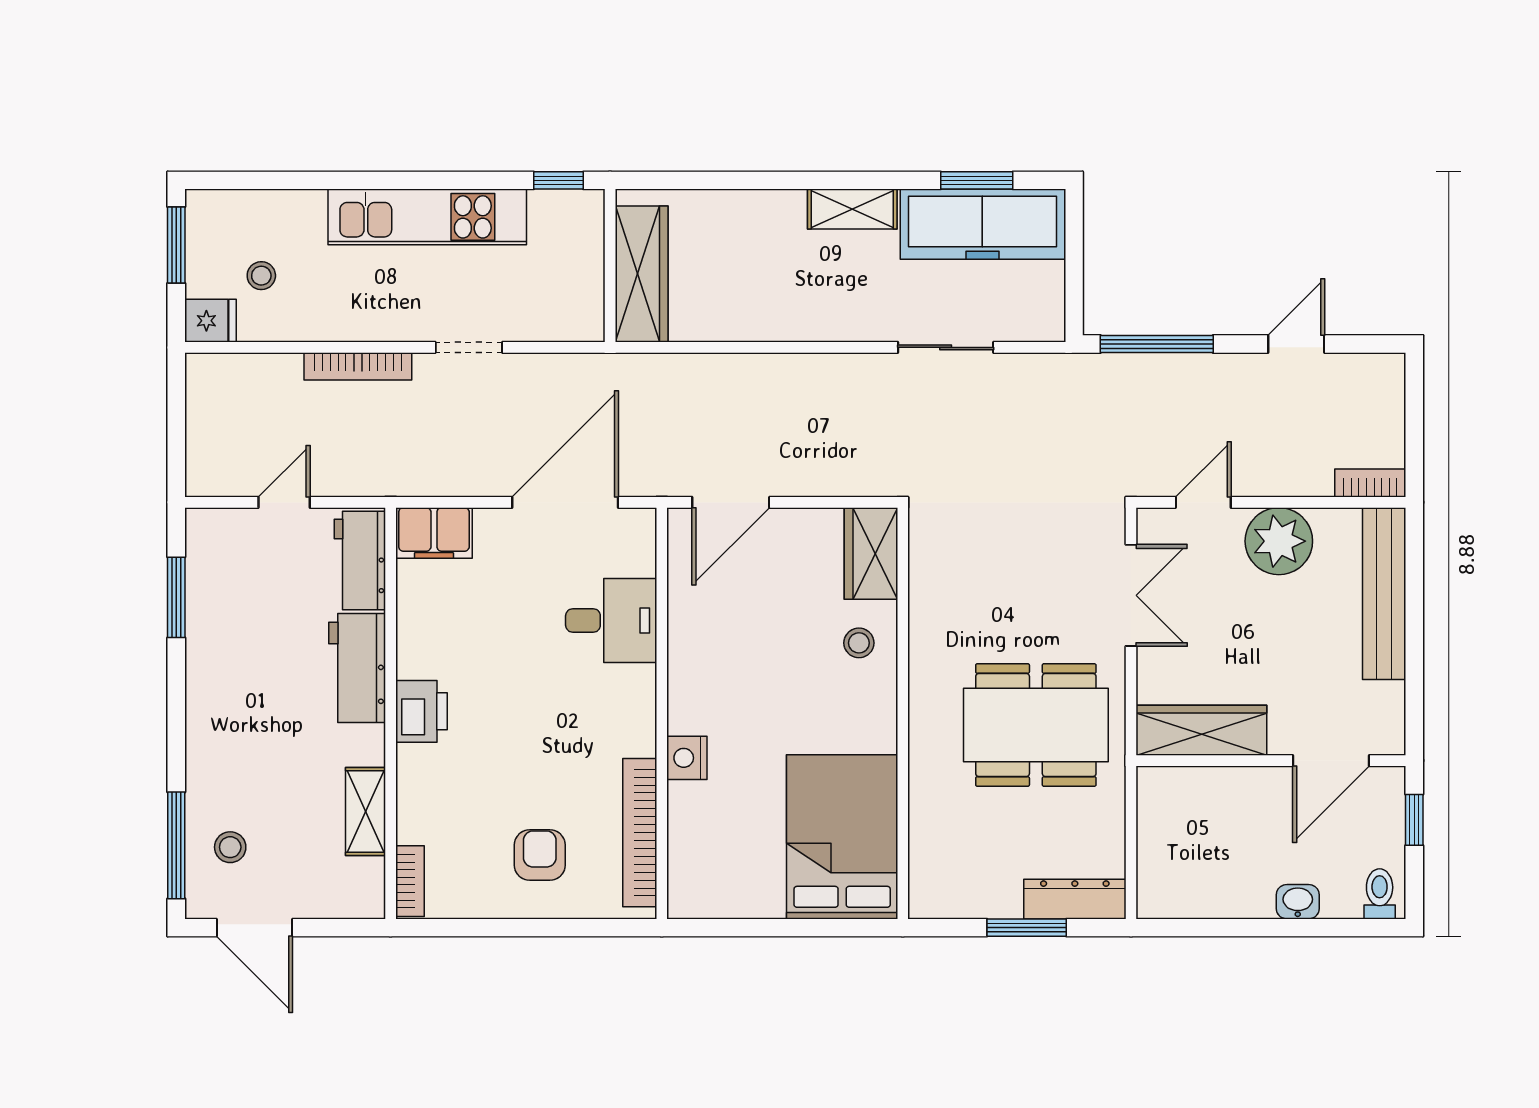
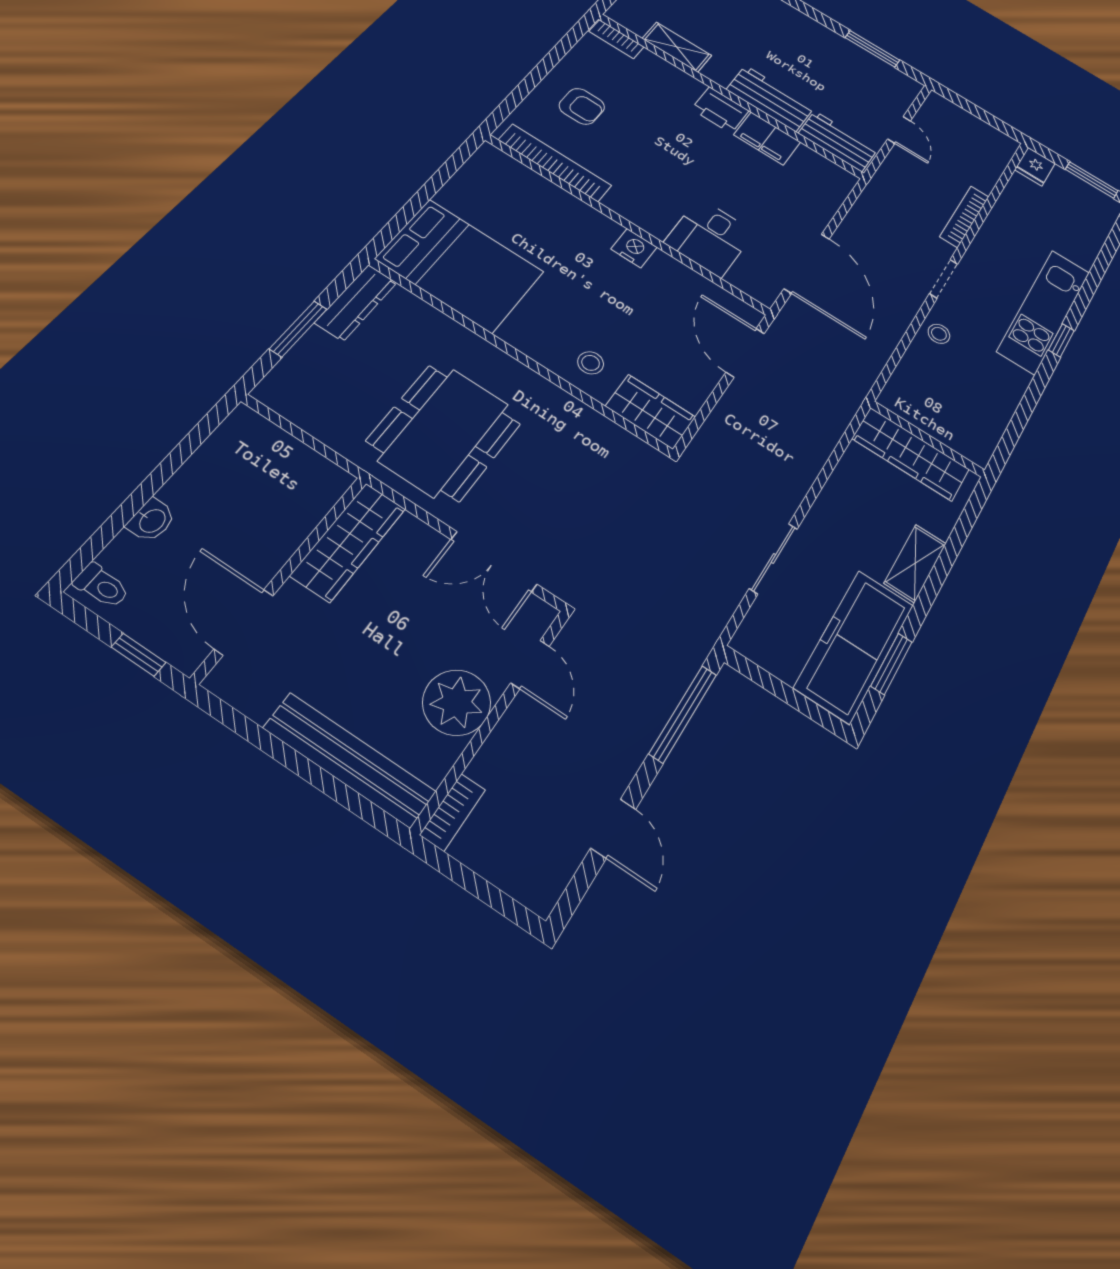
window: (559, 180) -> (1061, 340), moved
wall: (610, 266) -> (927, 439), moved
wardrobe: (642, 274) -> (911, 454), moved
stool: (261, 276) -> (939, 334), moved
filing cabinet: (434, 533) -> (767, 138), moved, turned -90
nightstand: (687, 758) -> (634, 248), moved
dresser: (1075, 899) -> (356, 303), moved

